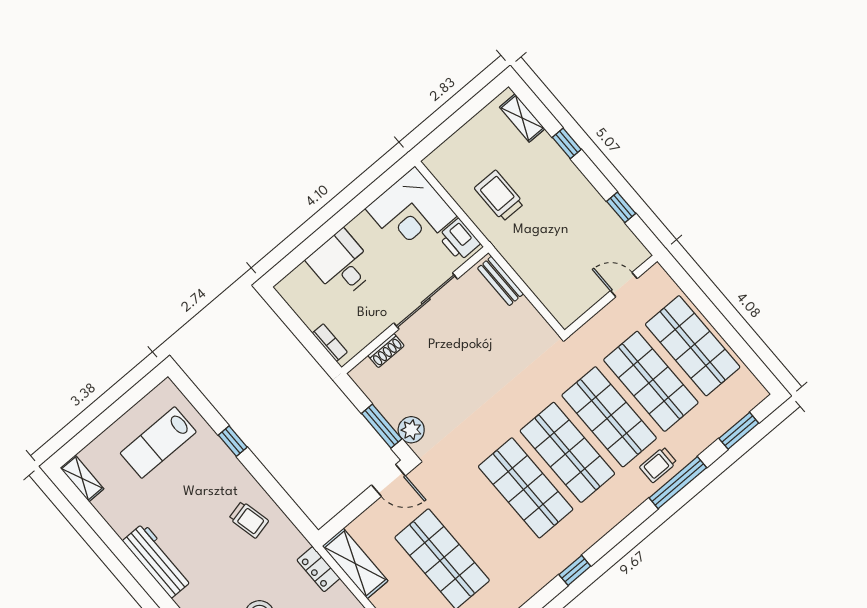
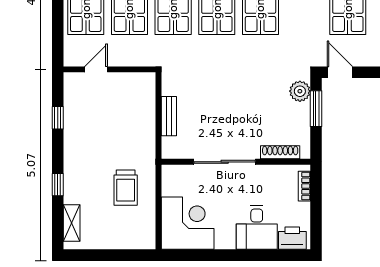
printer: (459, 240) -> (292, 238), moved, turned -90
bench: (500, 281) -> (169, 116), moved
door: (624, 285) -> (96, 69), swing flipped
shoe rack: (386, 350) -> (280, 152), width x1.43

